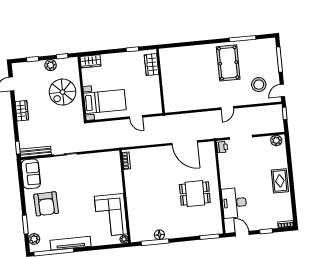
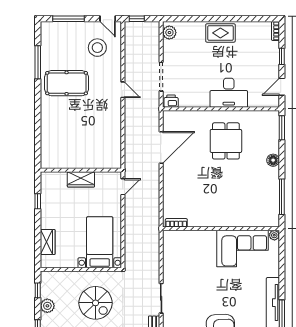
wardrobe: (90, 61) -> (48, 242), moved
wardrobe: (151, 65) -> (81, 179), moved
spiral stairs: (63, 92) -> (96, 303), moved
door: (136, 117) -> (123, 187), moved
desk: (234, 203) -> (229, 93), moved
floor lamp: (159, 235) -> (273, 160), moved

